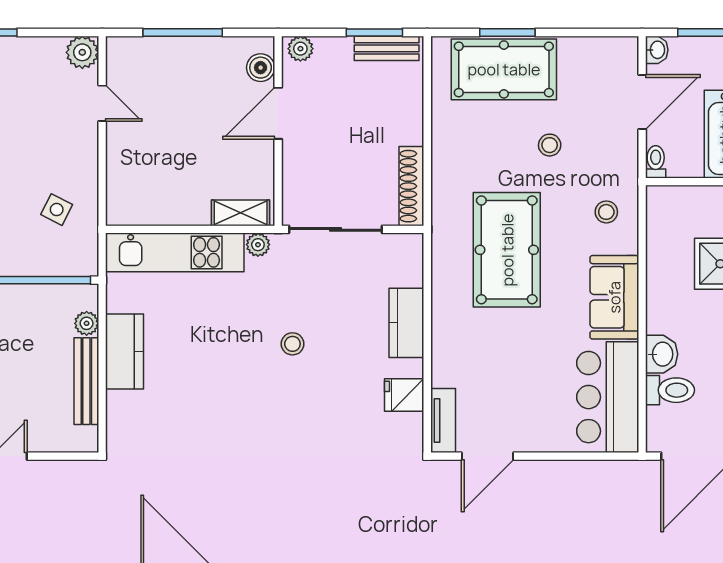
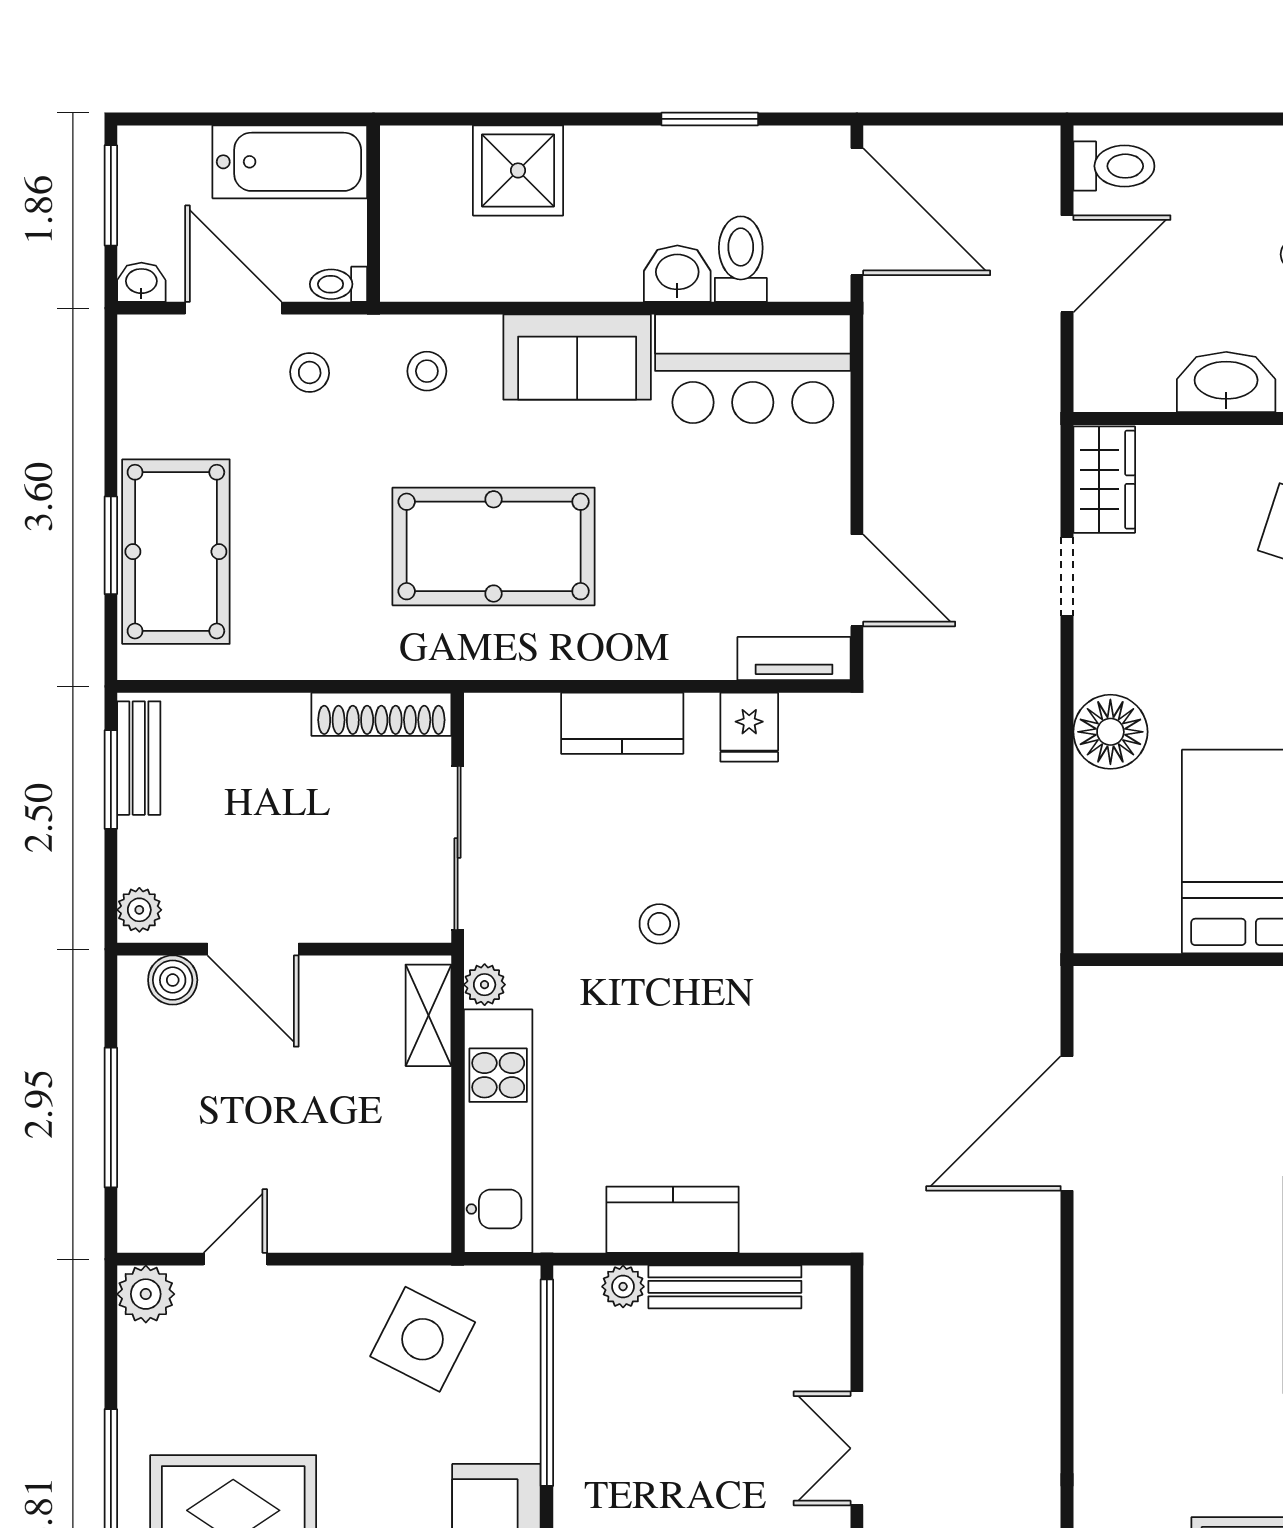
stool: (550, 145) -> (310, 372), moved
side table: (57, 210) -> (423, 1339), width x1.87, depth x1.87

